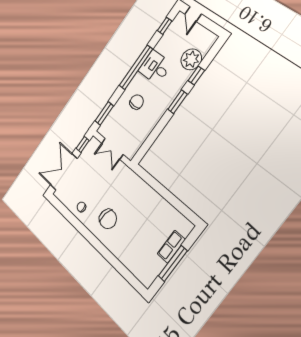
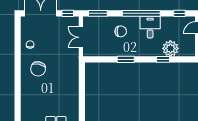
window: (178, 102) -> (126, 59), moved

